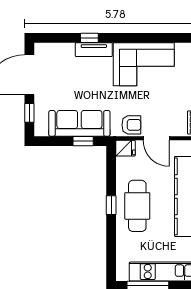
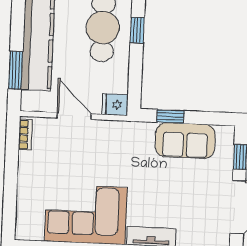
sofa: (79, 123) -> (185, 140), width x0.73
armchair: (131, 125) -> (106, 135), removed

